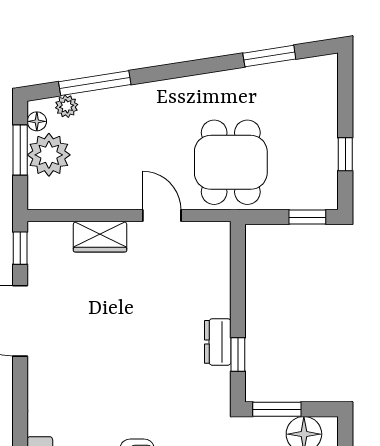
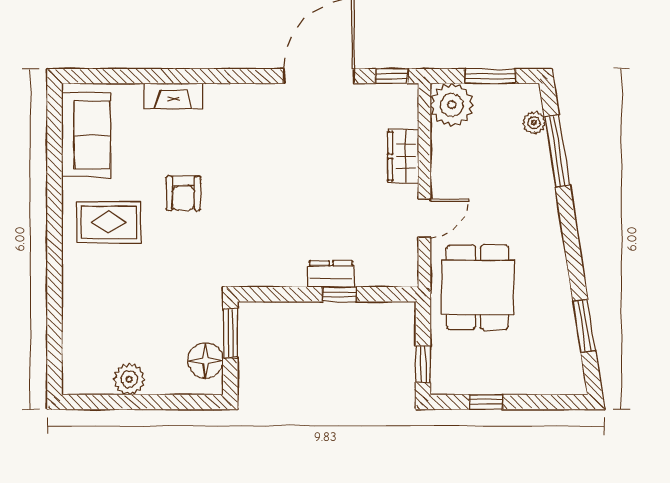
floor lamp: (37, 121) -> (519, 93), removed
plant: (49, 155) -> (452, 105), moved
dining table: (231, 162) -> (478, 287), turned 90
dresser: (218, 342) -> (331, 274), moved
window: (238, 355) -> (340, 294), moved

